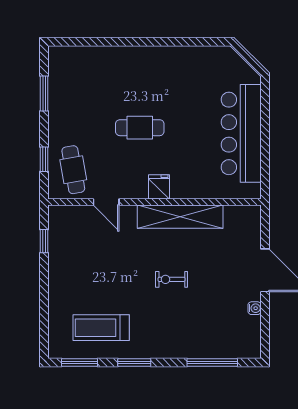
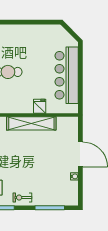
fridge: (159, 187) -> (40, 106), moved
exercise bike: (172, 279) -> (22, 198), moved

